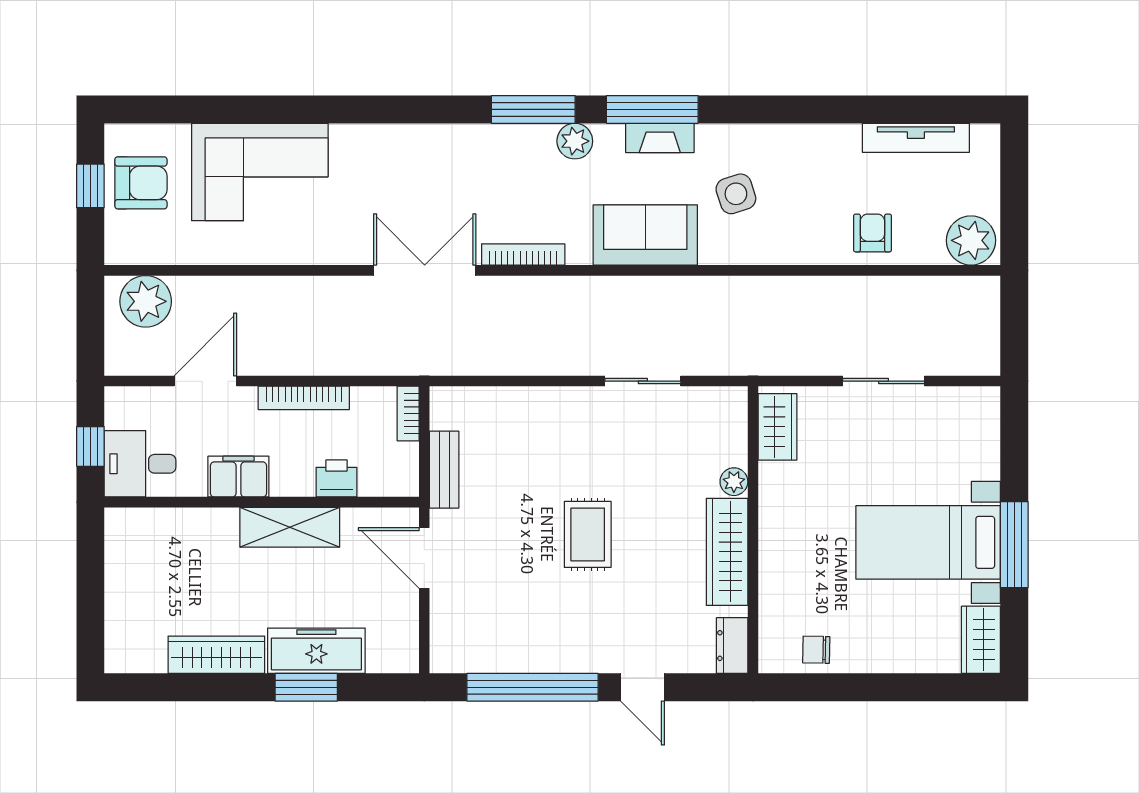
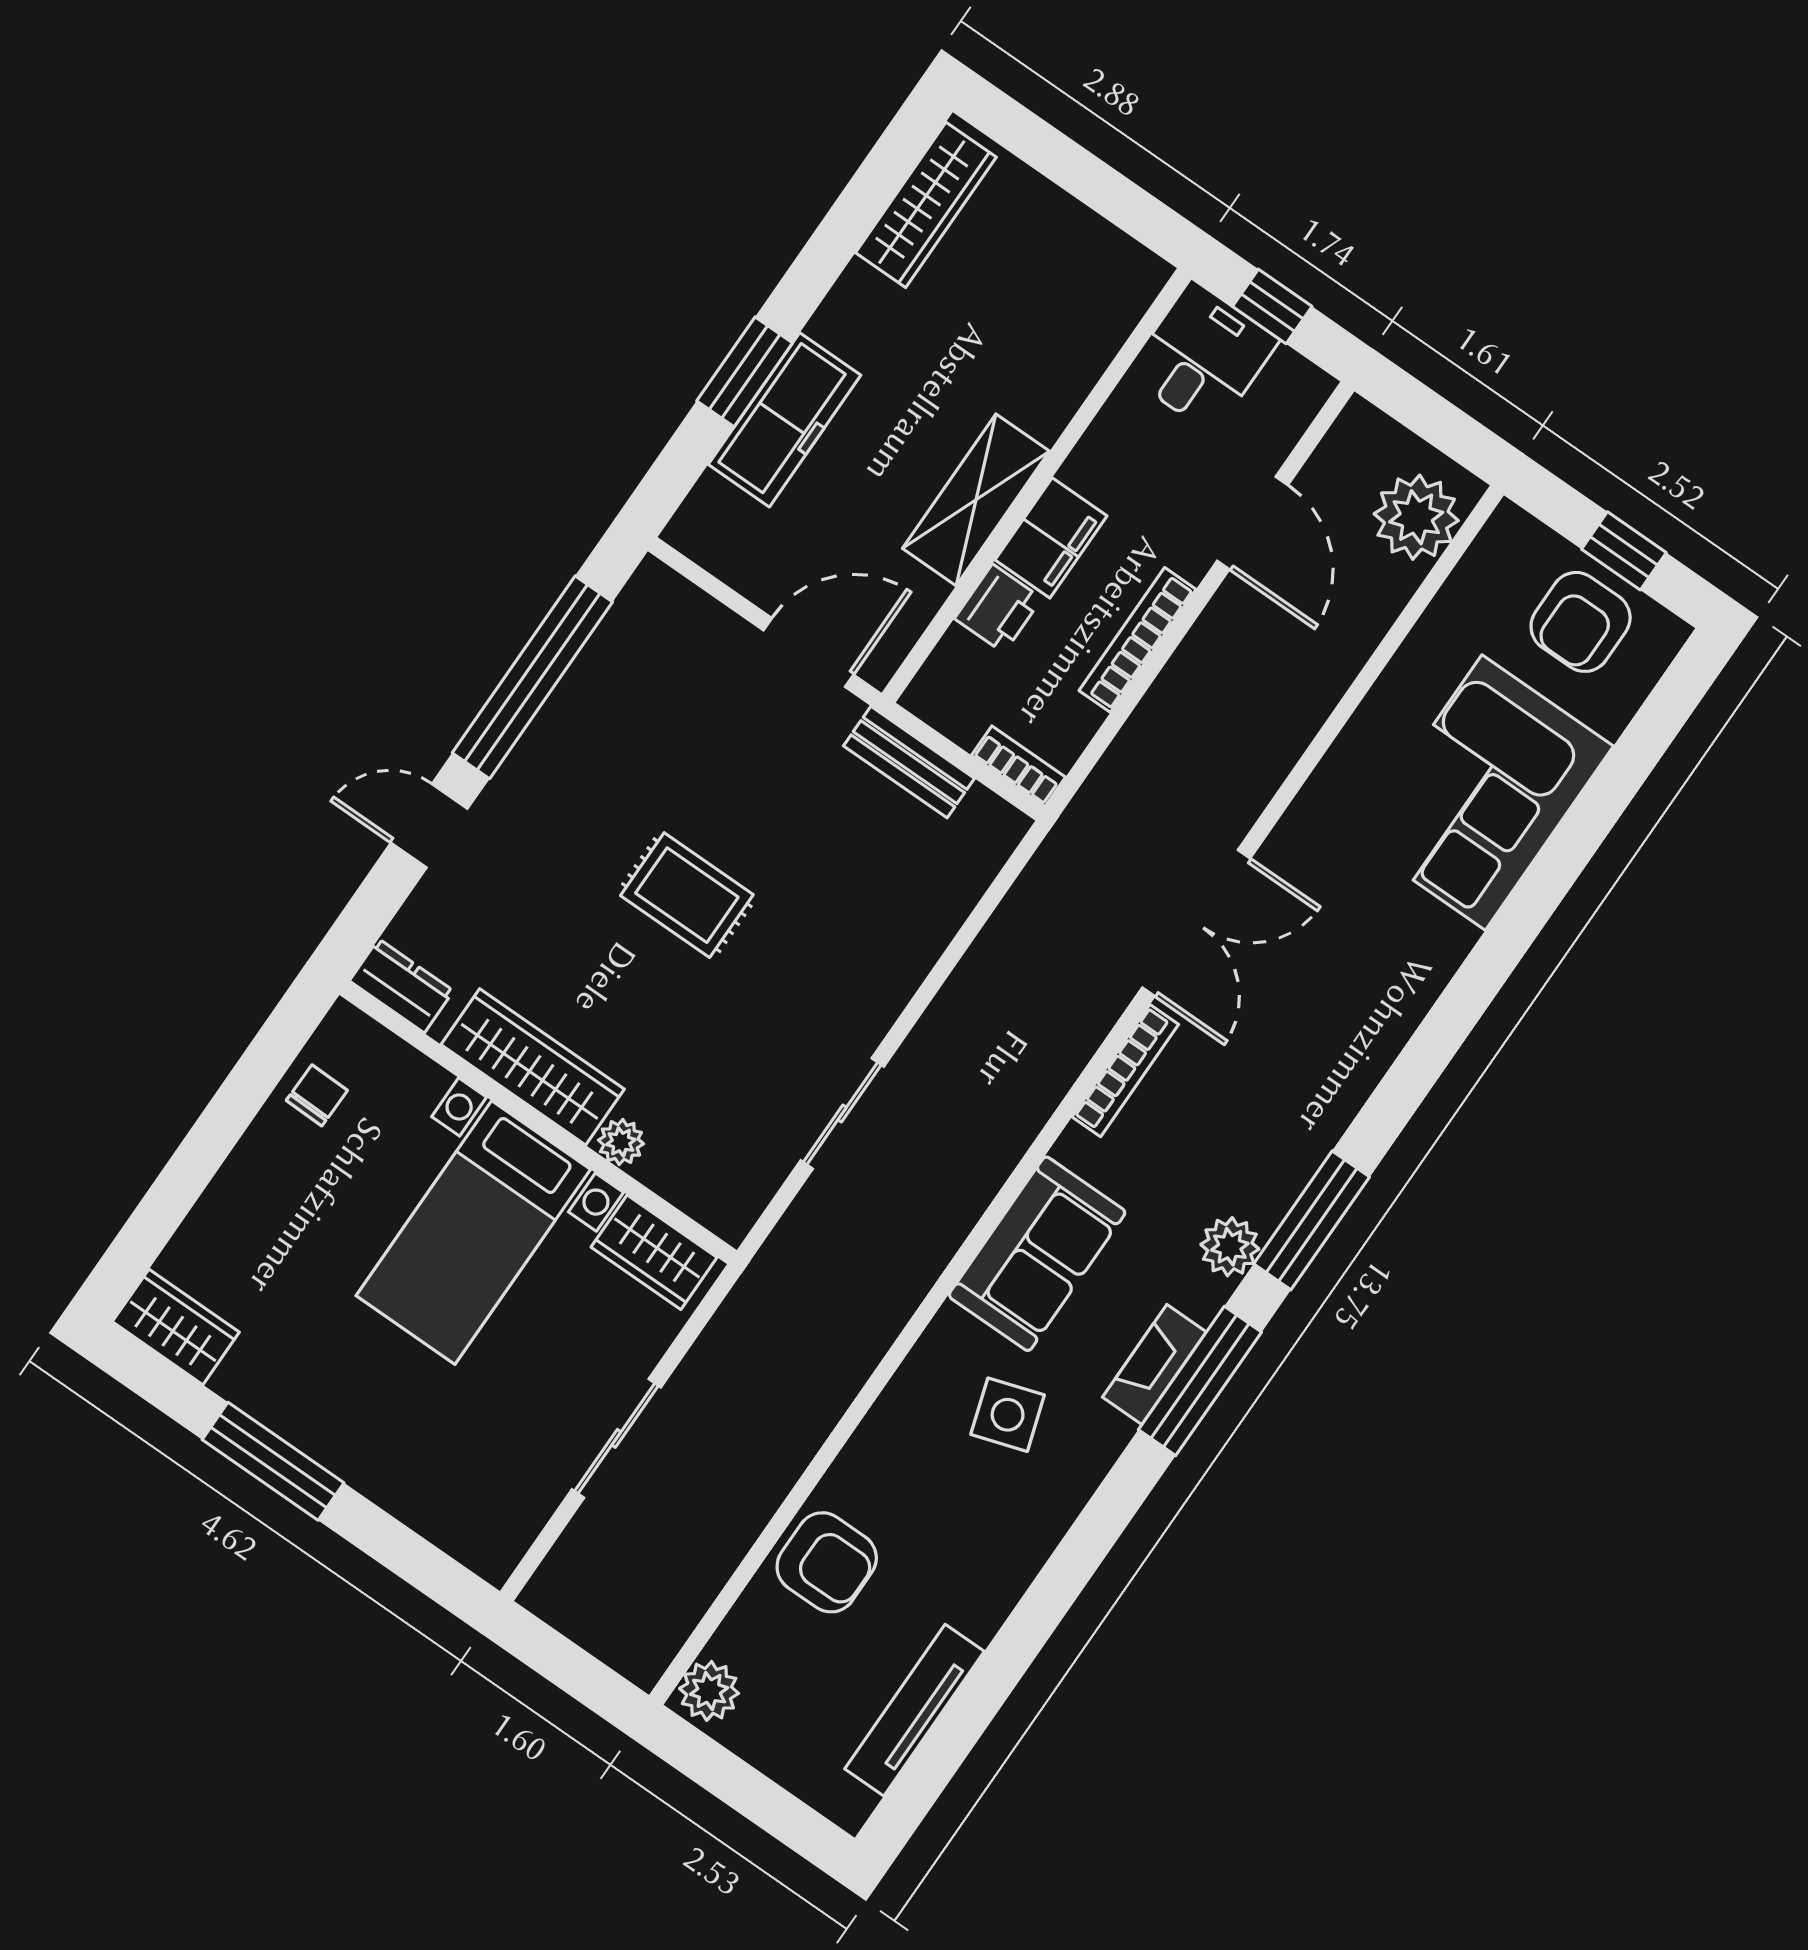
armchair: (872, 233) -> (827, 1562), width x1.38, depth x1.38
plant: (971, 240) -> (709, 1691), width x0.73, depth x0.73
filing cabinet: (238, 477) -> (1051, 538), moved
bed with nightstands: (928, 542) -> (473, 1233), moved, turned 180
wardrobe: (216, 655) -> (926, 205), moved

